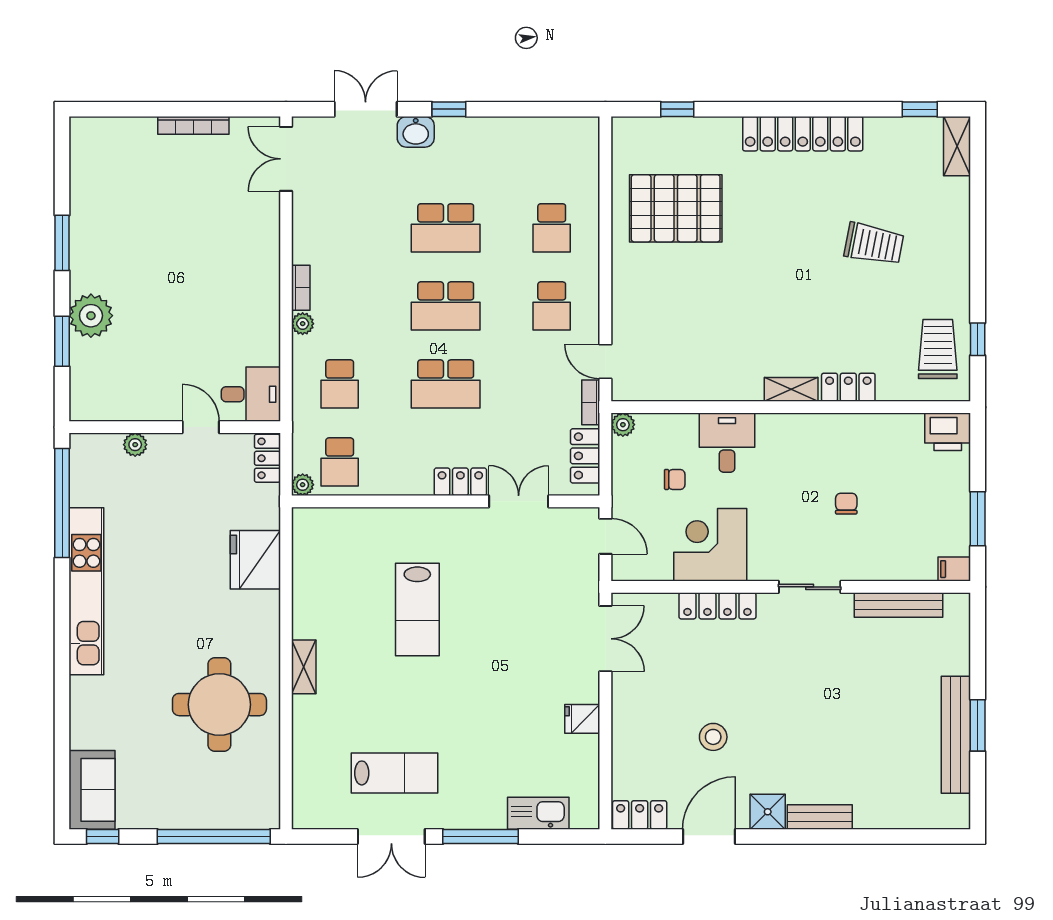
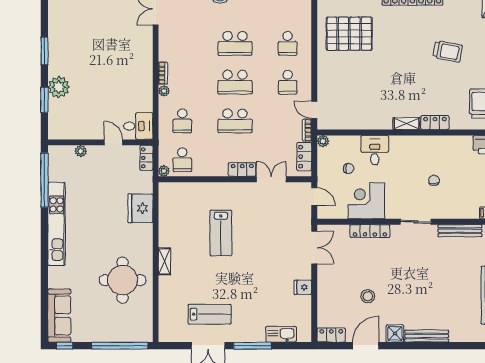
sofa: (92, 790) -> (59, 315), width x1.36
bench: (820, 817) -> (427, 336), width x1.36

